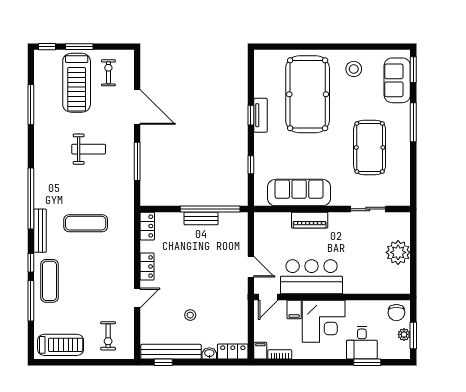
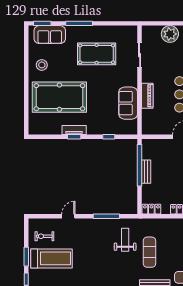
door: (137, 107) -> (68, 216), width x0.53
weight bench: (89, 149) -> (125, 240), moved
sofa: (299, 193) -> (128, 103), width x0.73

